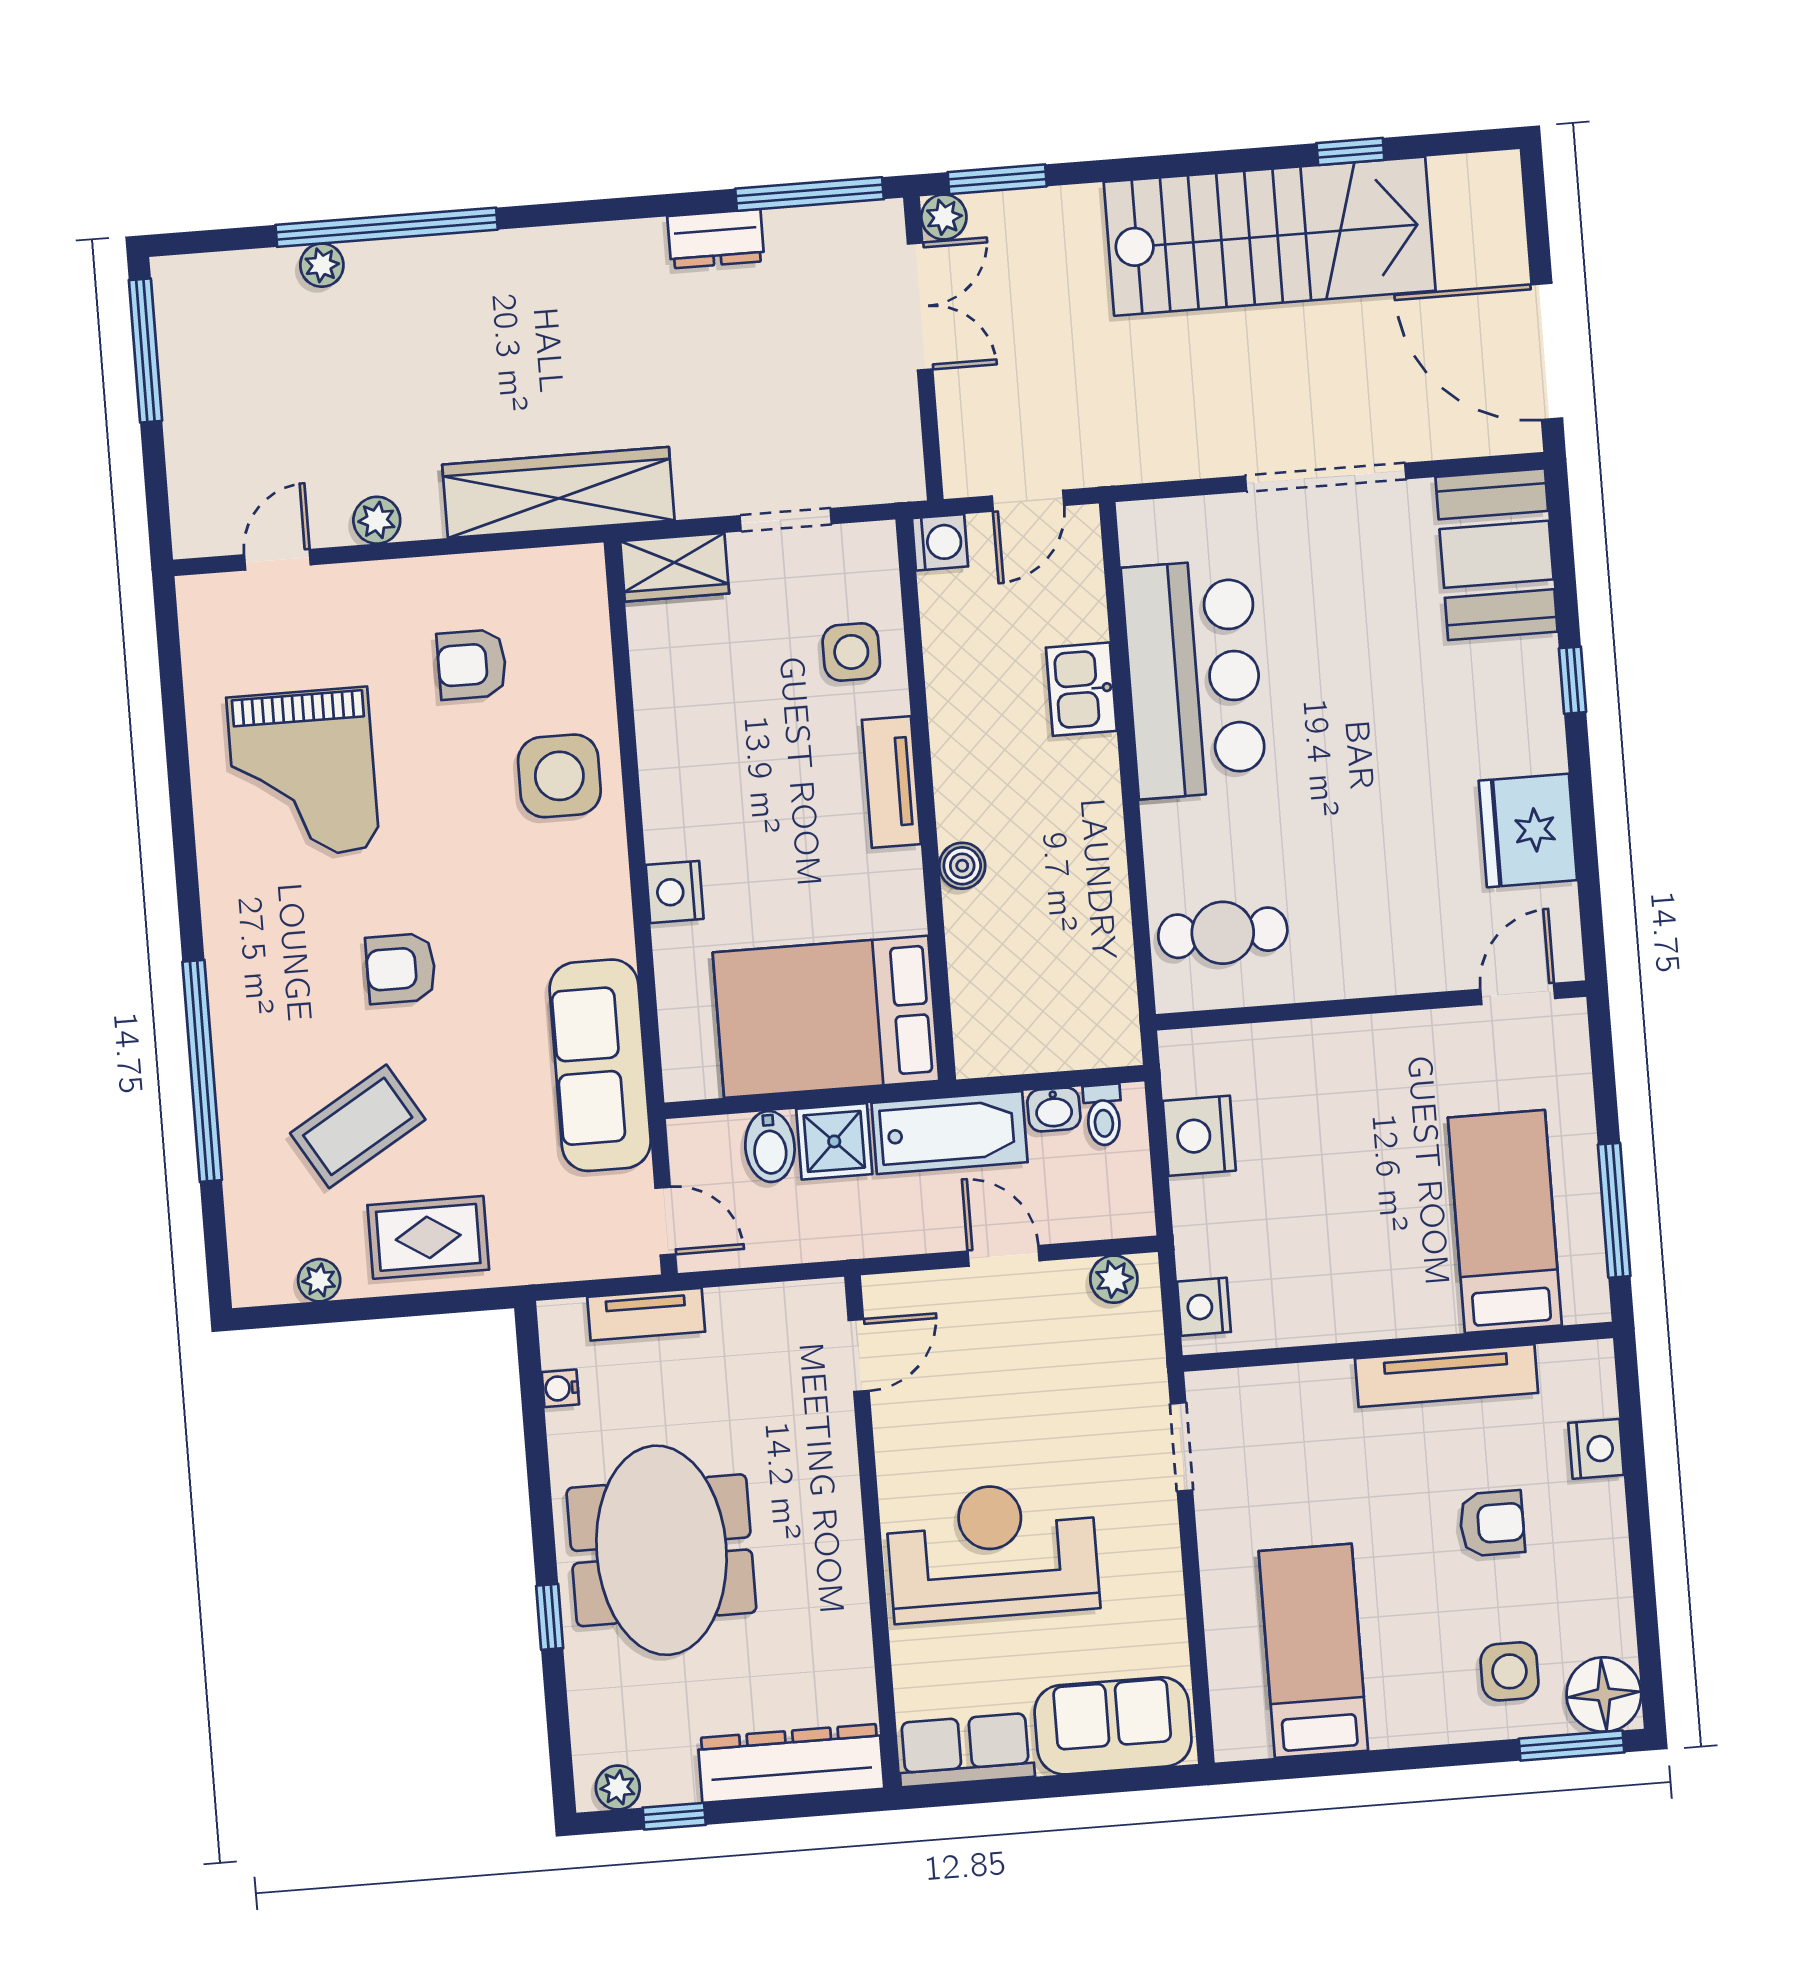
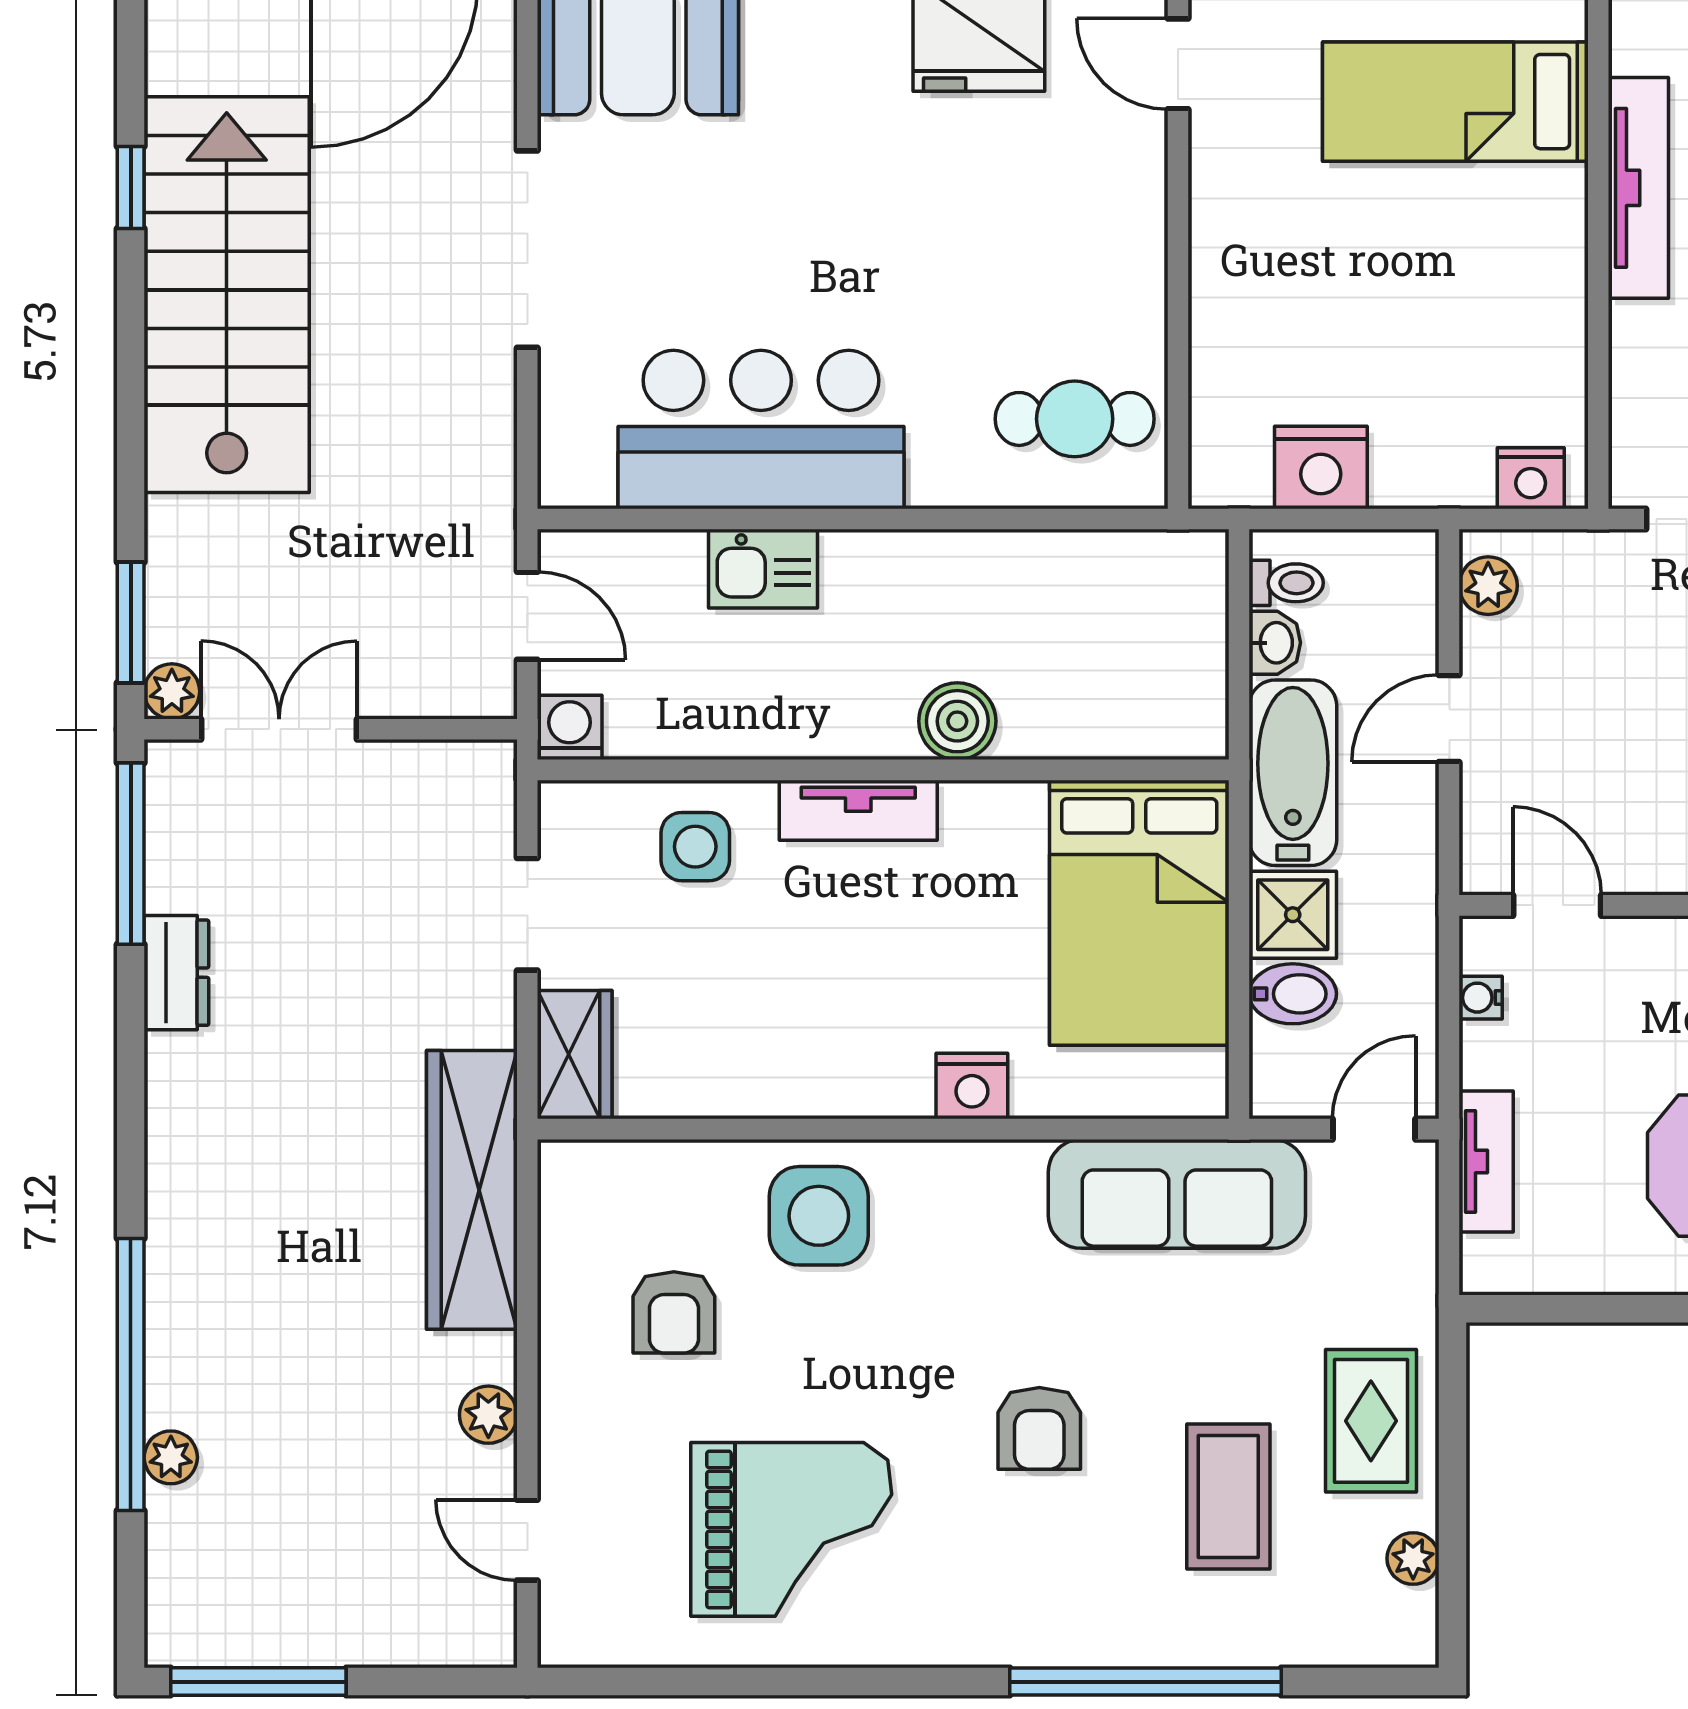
boiler: (962, 866) -> (957, 721), width x1.36, depth x1.36
cafe table: (1223, 933) -> (1075, 419), turned 90
coffee table: (358, 1126) -> (1228, 1496), turned 31
water cooler: (560, 1388) -> (1481, 998), moved, turned 90

